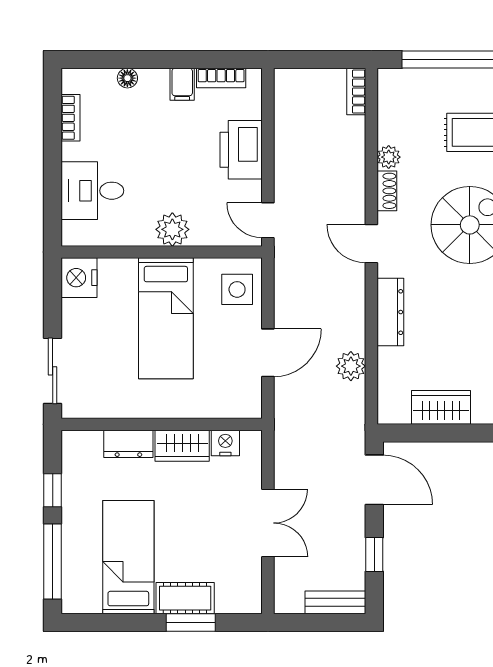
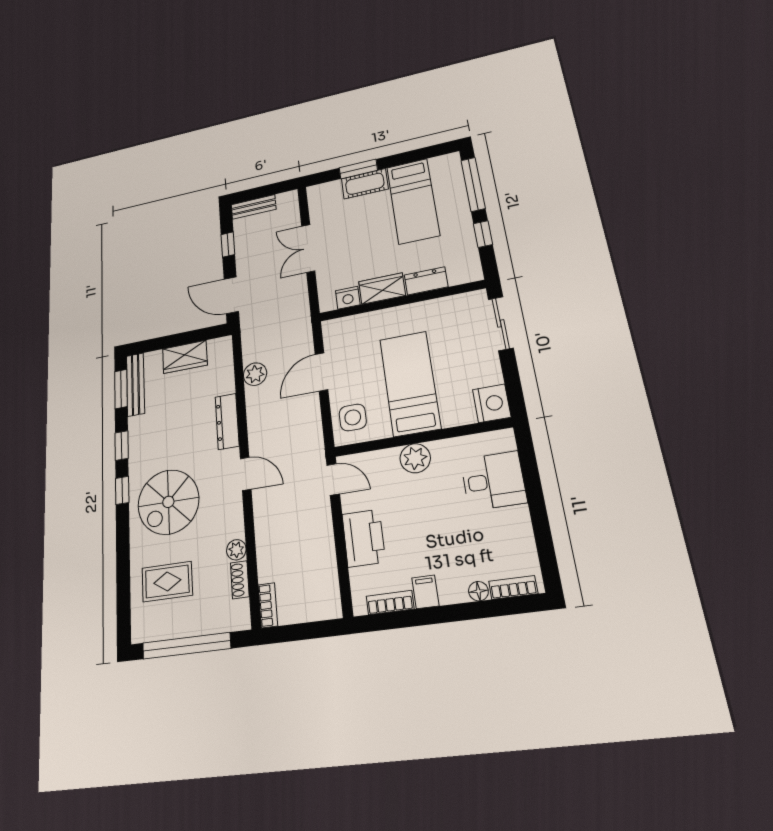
bookcase: (70, 118) -> (513, 587), moved, turned 90
shoe rack: (387, 191) -> (240, 580), moved

